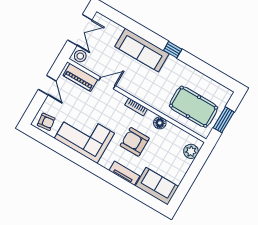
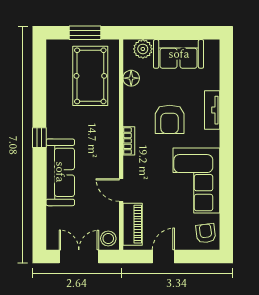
floor lamp: (160, 123) -> (131, 78), moved
sofa: (157, 186) -> (179, 54), moved, turned -90

